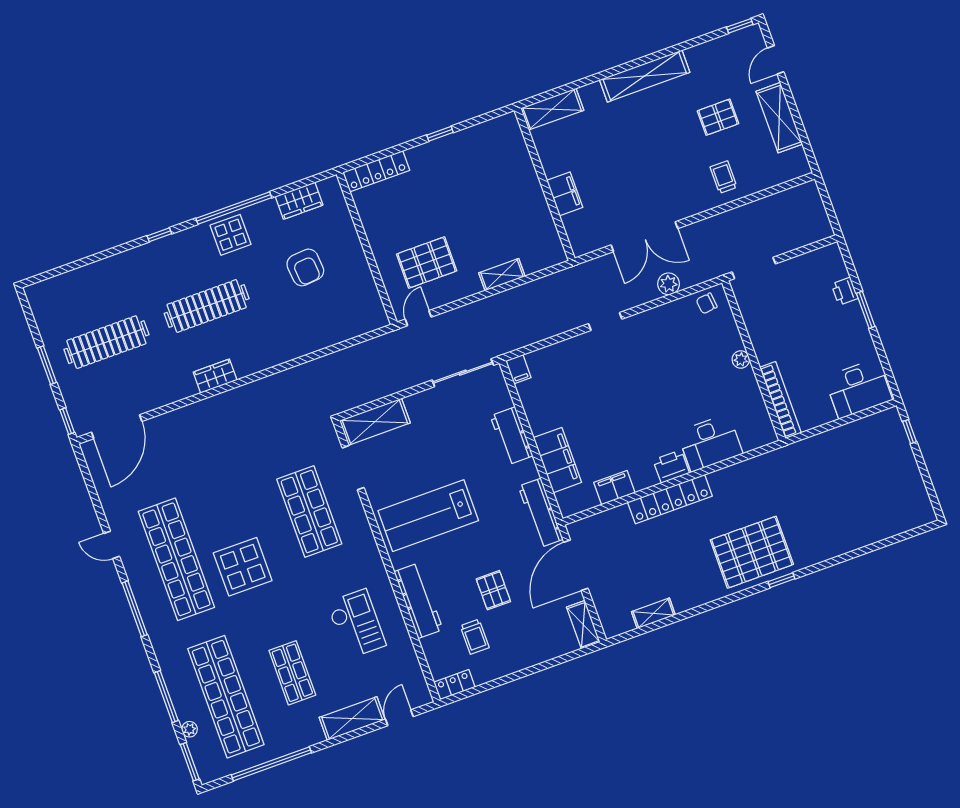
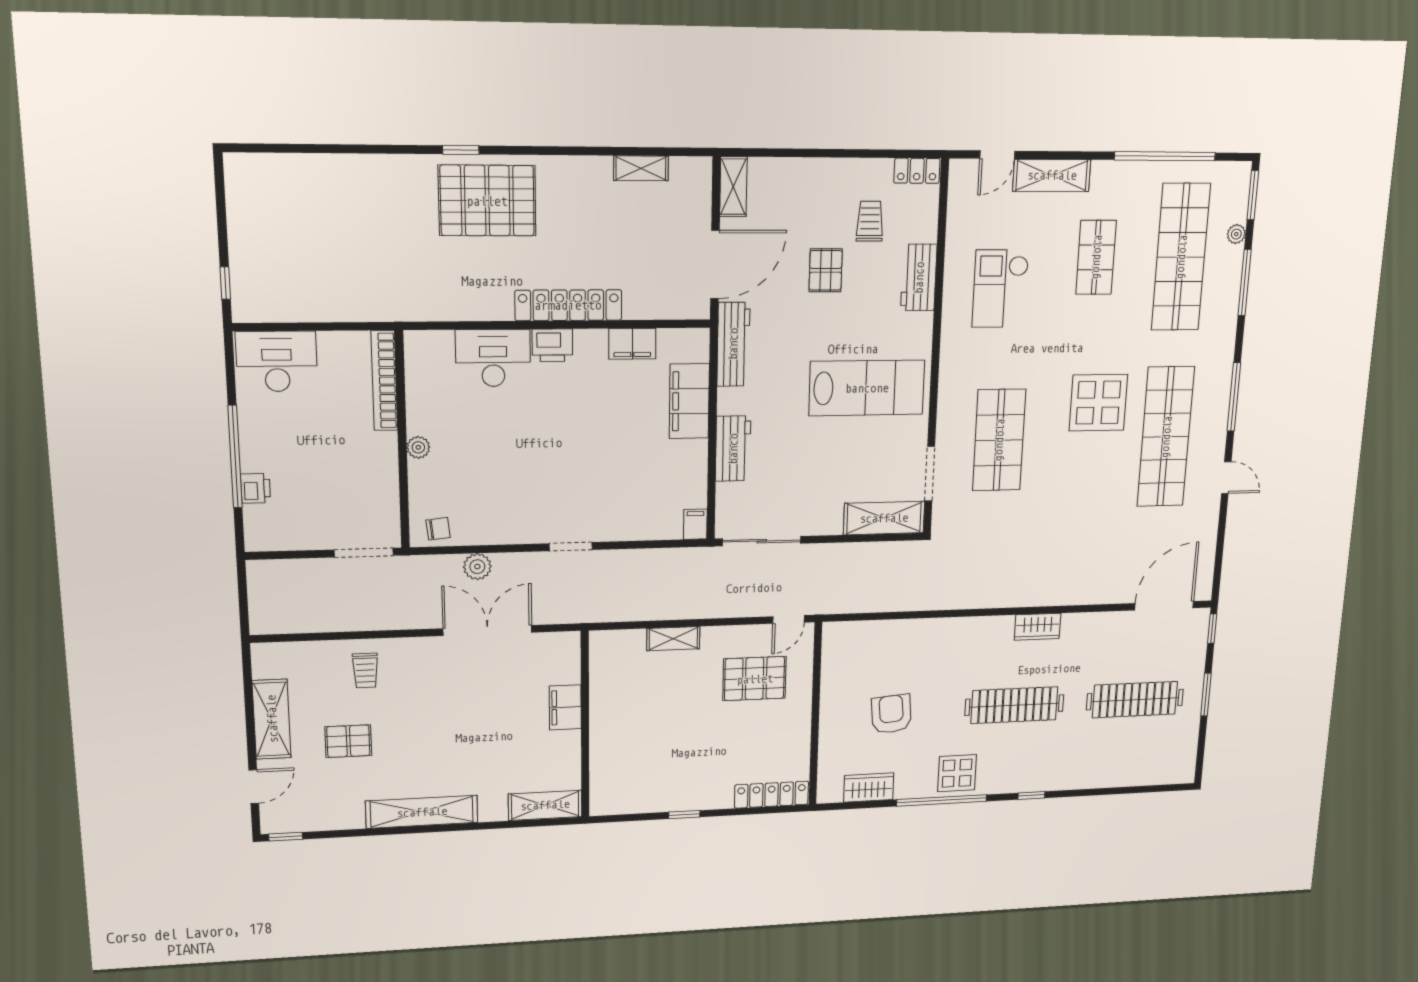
window: (866, 310) -> (235, 457), width x2.11
workbench: (418, 601) -> (919, 278), width x0.73

